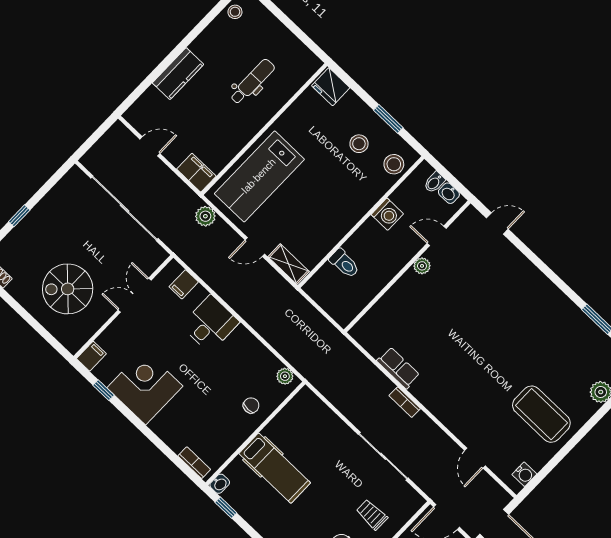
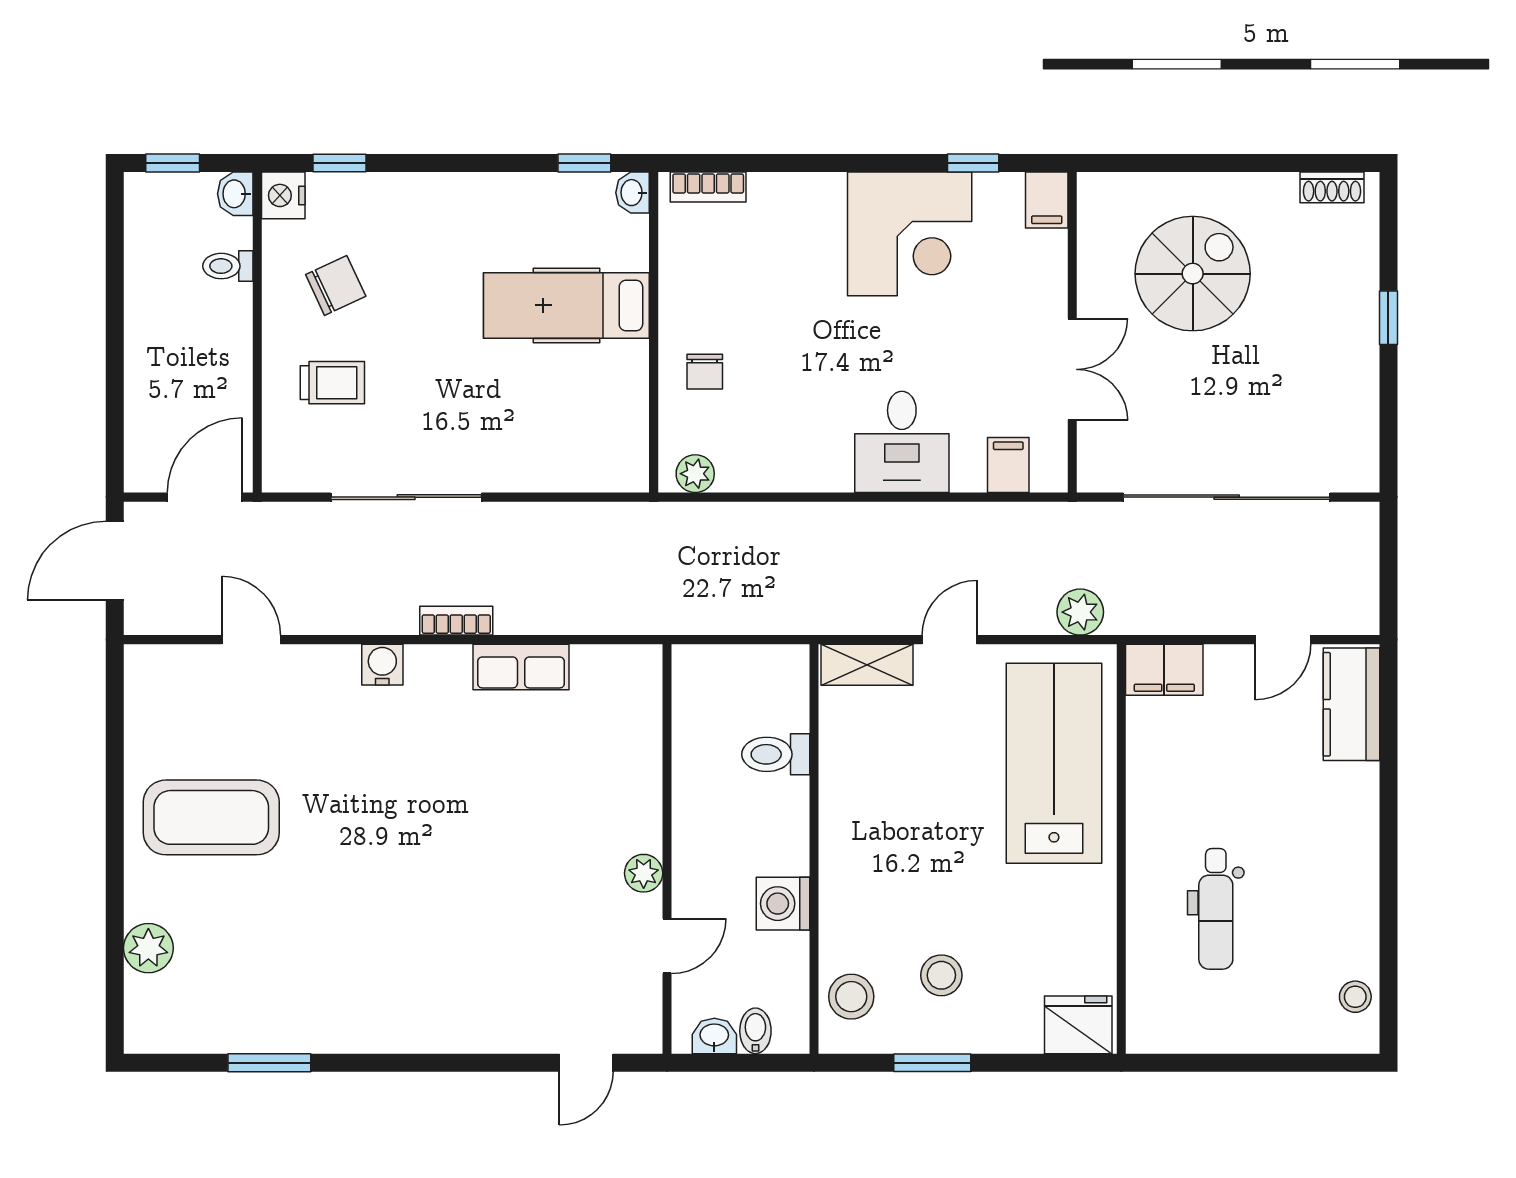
kitchen counter: (178, 74) -> (1351, 704), moved
water cooler: (524, 474) -> (382, 665), moved, turned 90

